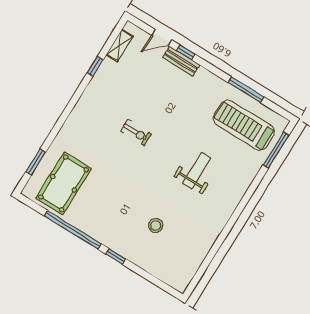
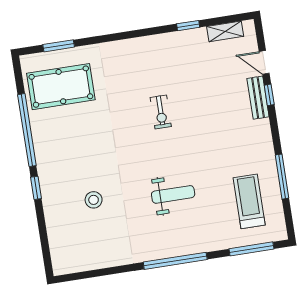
treadmill: (244, 125) -> (249, 201), width x0.73, depth x0.73
window: (241, 207) -> (175, 261), added

